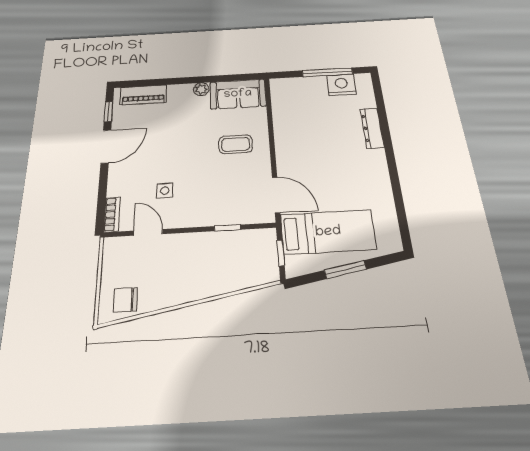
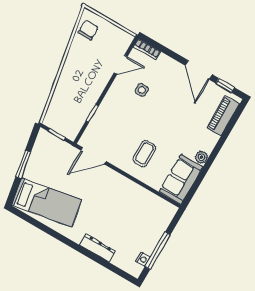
nightstand: (341, 85) -> (143, 259), width x0.53, depth x0.56
bed: (328, 232) -> (47, 203), moved, turned -100

